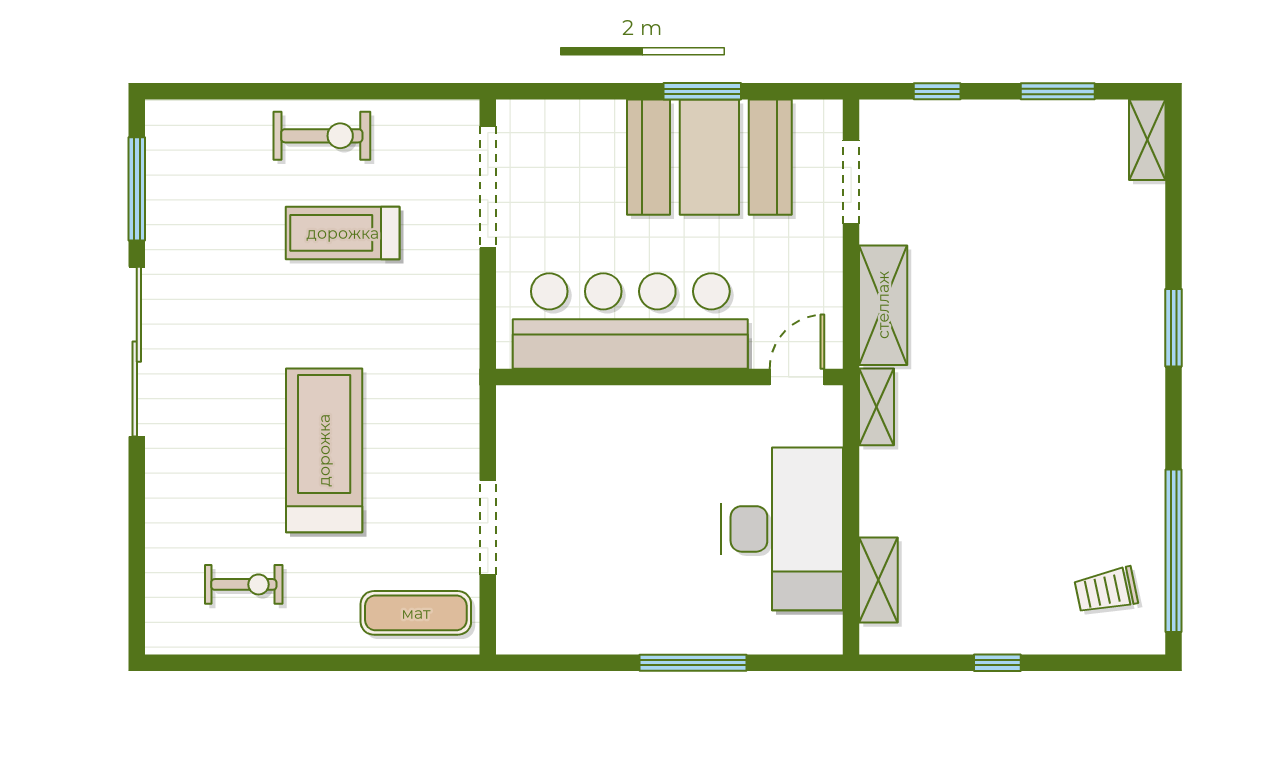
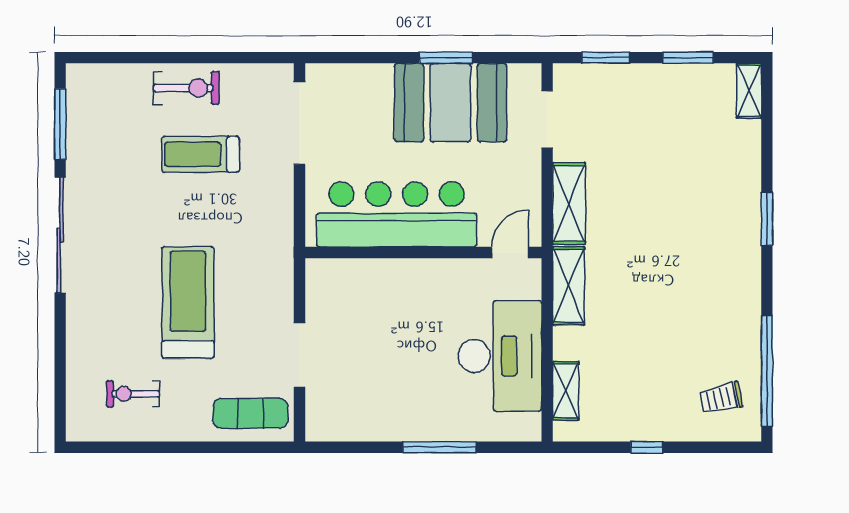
window: (937, 91) -> (606, 58), width x1.50
shelving: (877, 407) -> (568, 286), width x1.50, depth x1.33
exercise bike: (244, 584) -> (133, 394), turned 180

